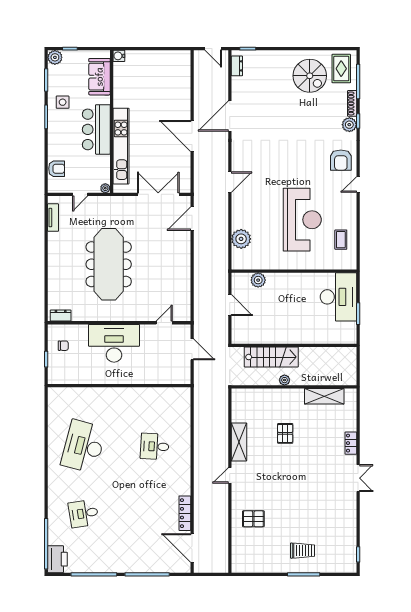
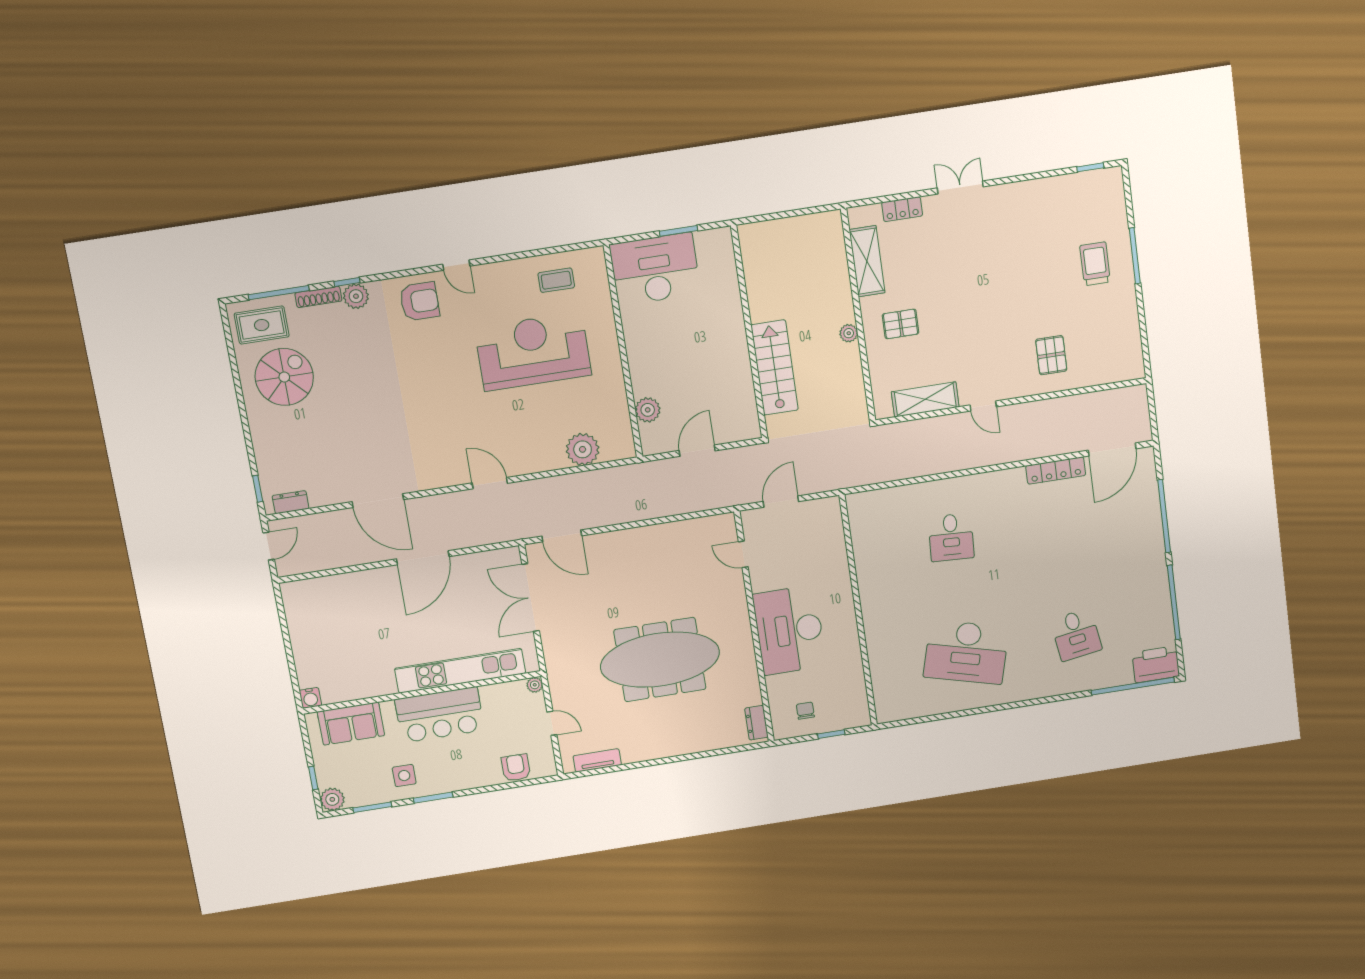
plant: (284, 380) -> (849, 333), moved
wall: (294, 387) -> (858, 315), moved
shelving: (324, 396) -> (867, 261), moved

